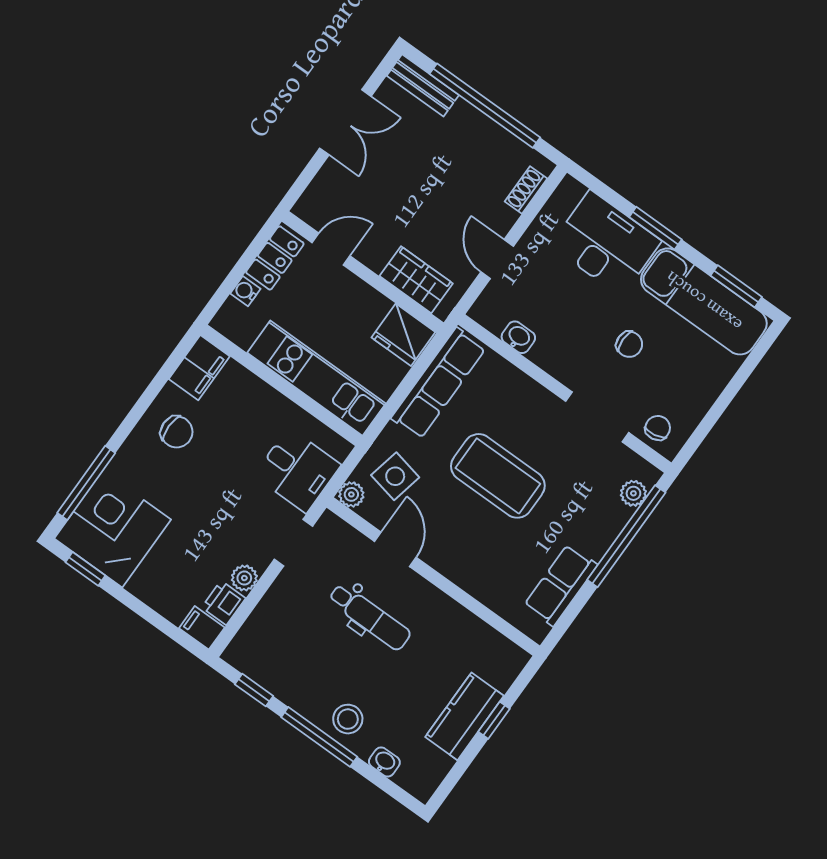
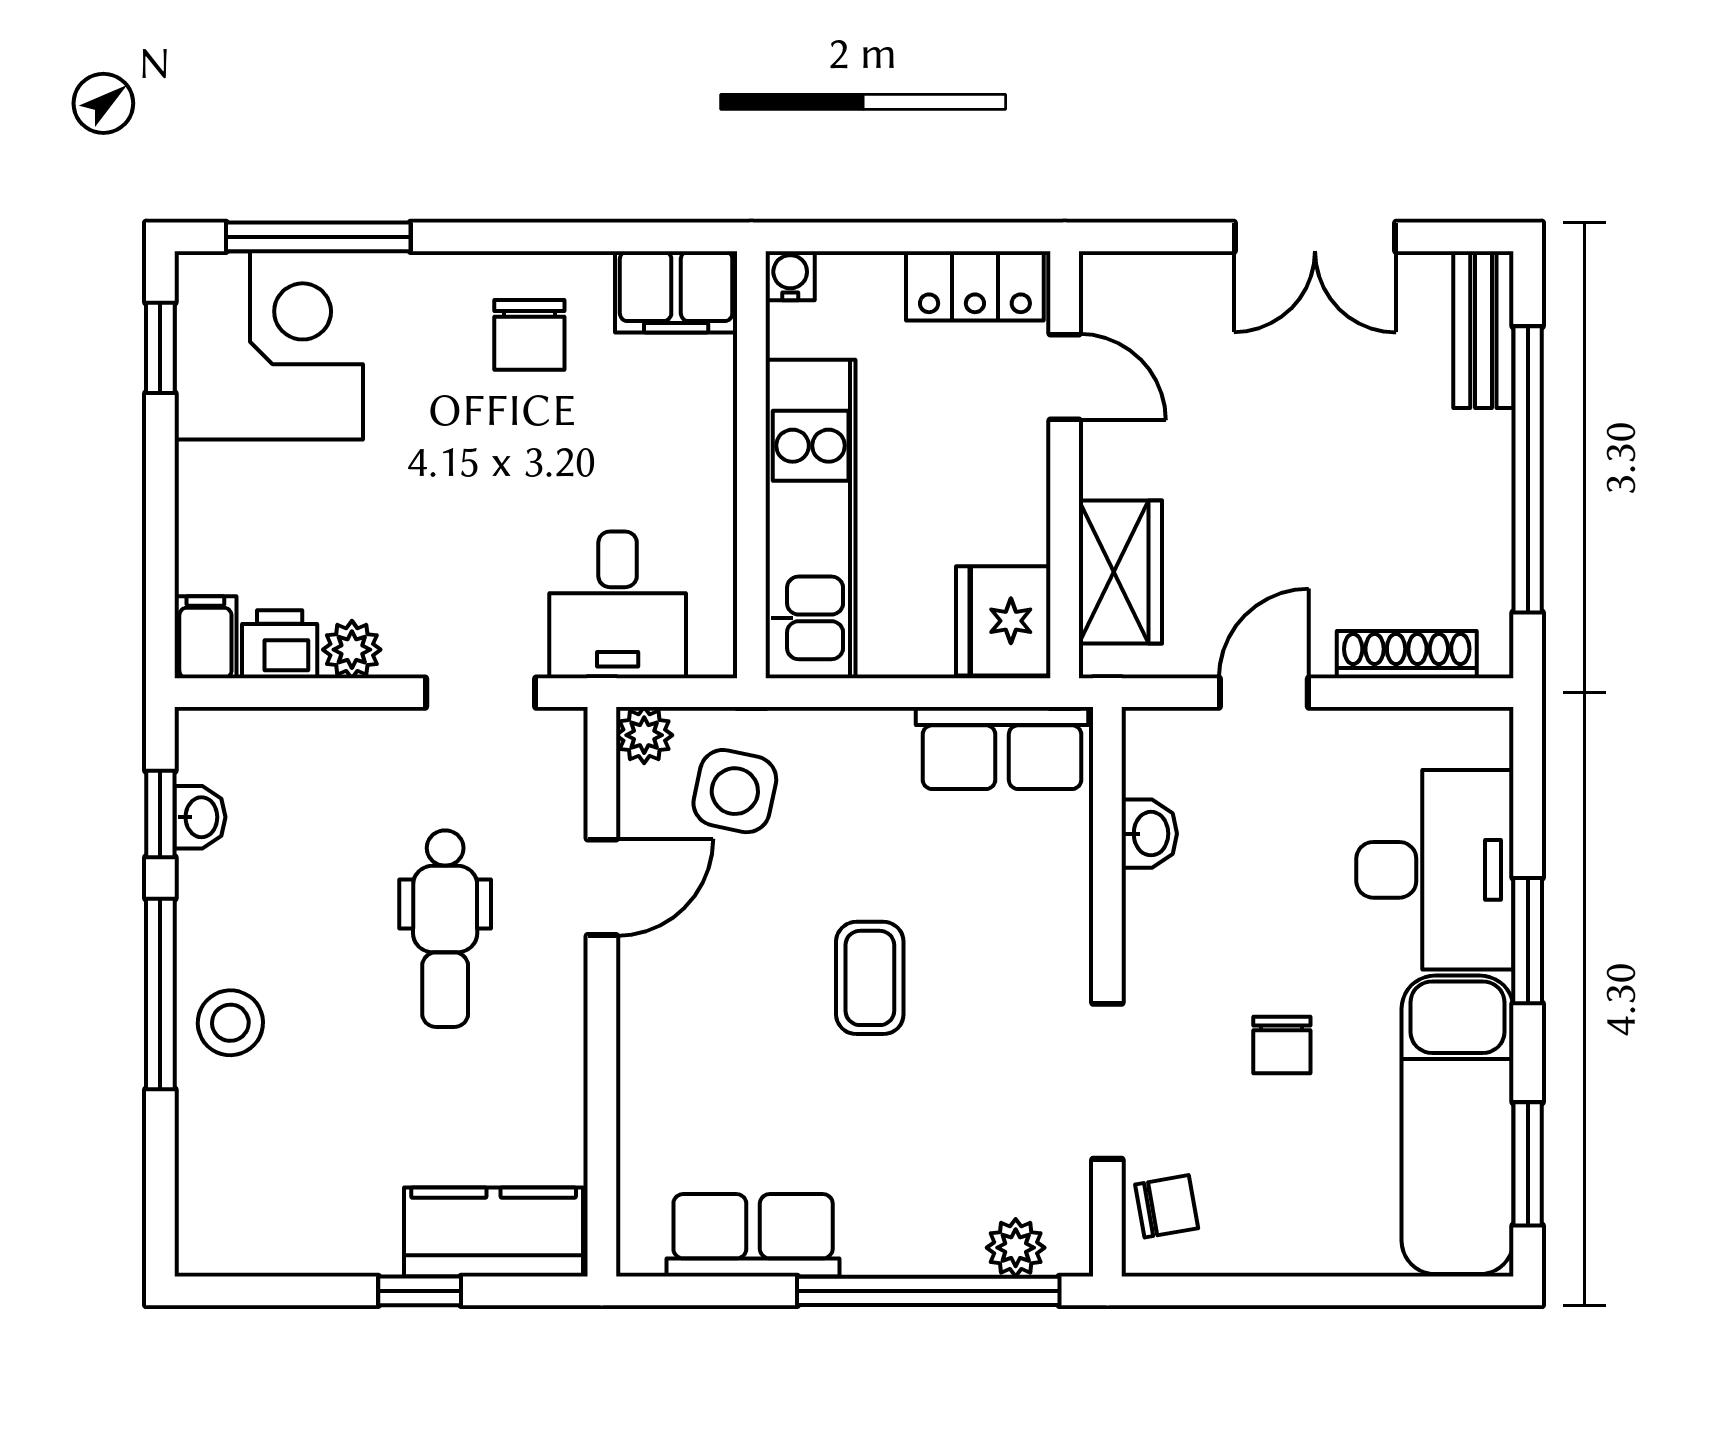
shoe rack: (526, 190) -> (1407, 655), width x1.43
water cooler: (245, 291) -> (790, 276), moved
row of seats: (438, 383) -> (1002, 748), width x0.68
coffee table: (498, 476) -> (870, 978), width x0.54, depth x0.58
kitchen counter: (465, 716) -> (494, 1232), moved
washbasin: (384, 762) -> (200, 817), moved

